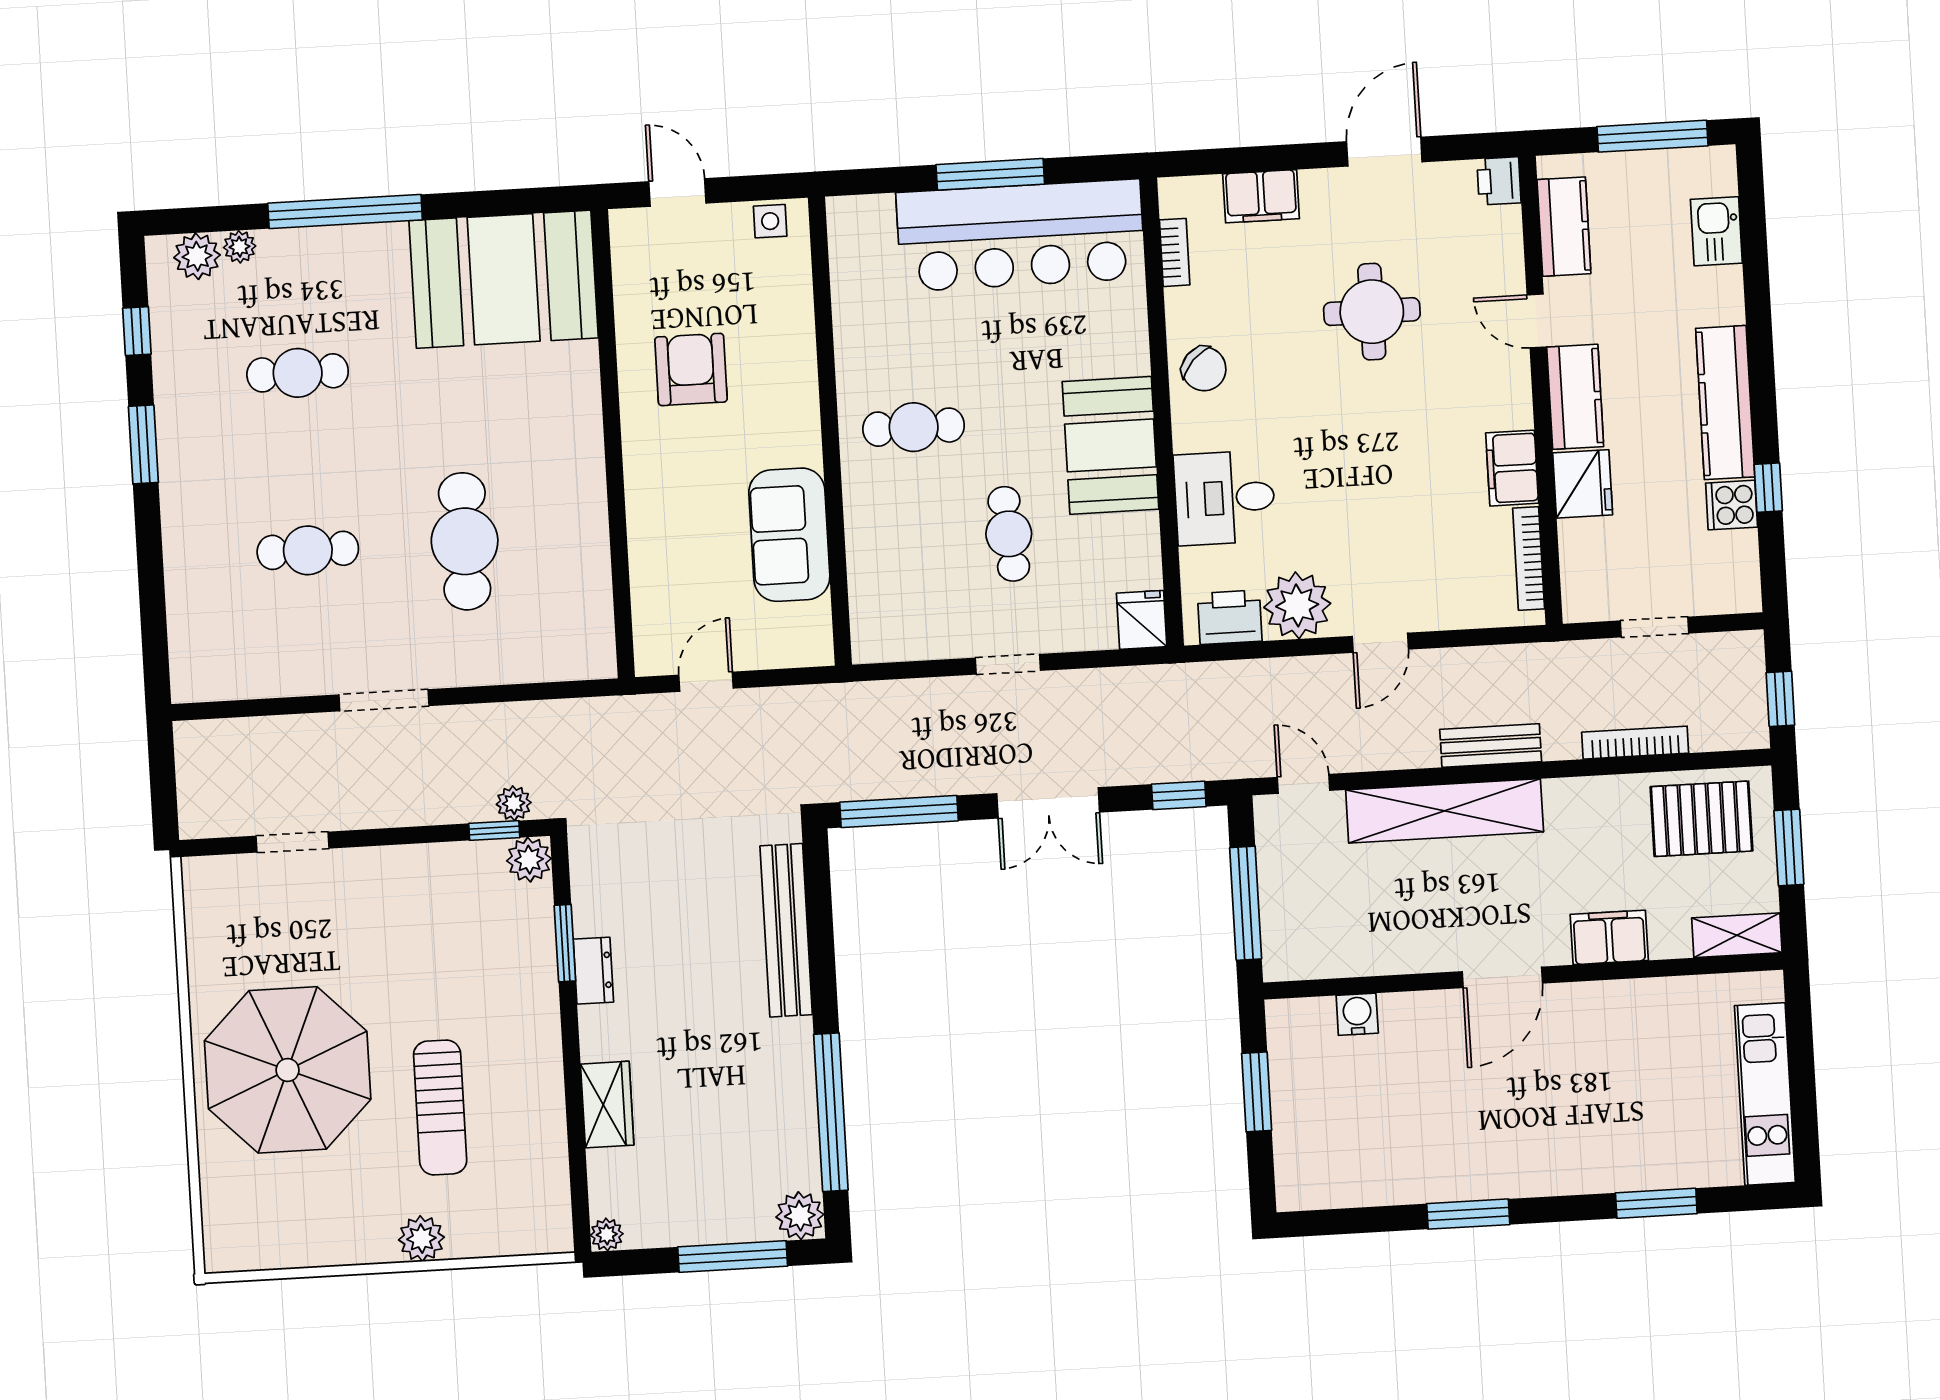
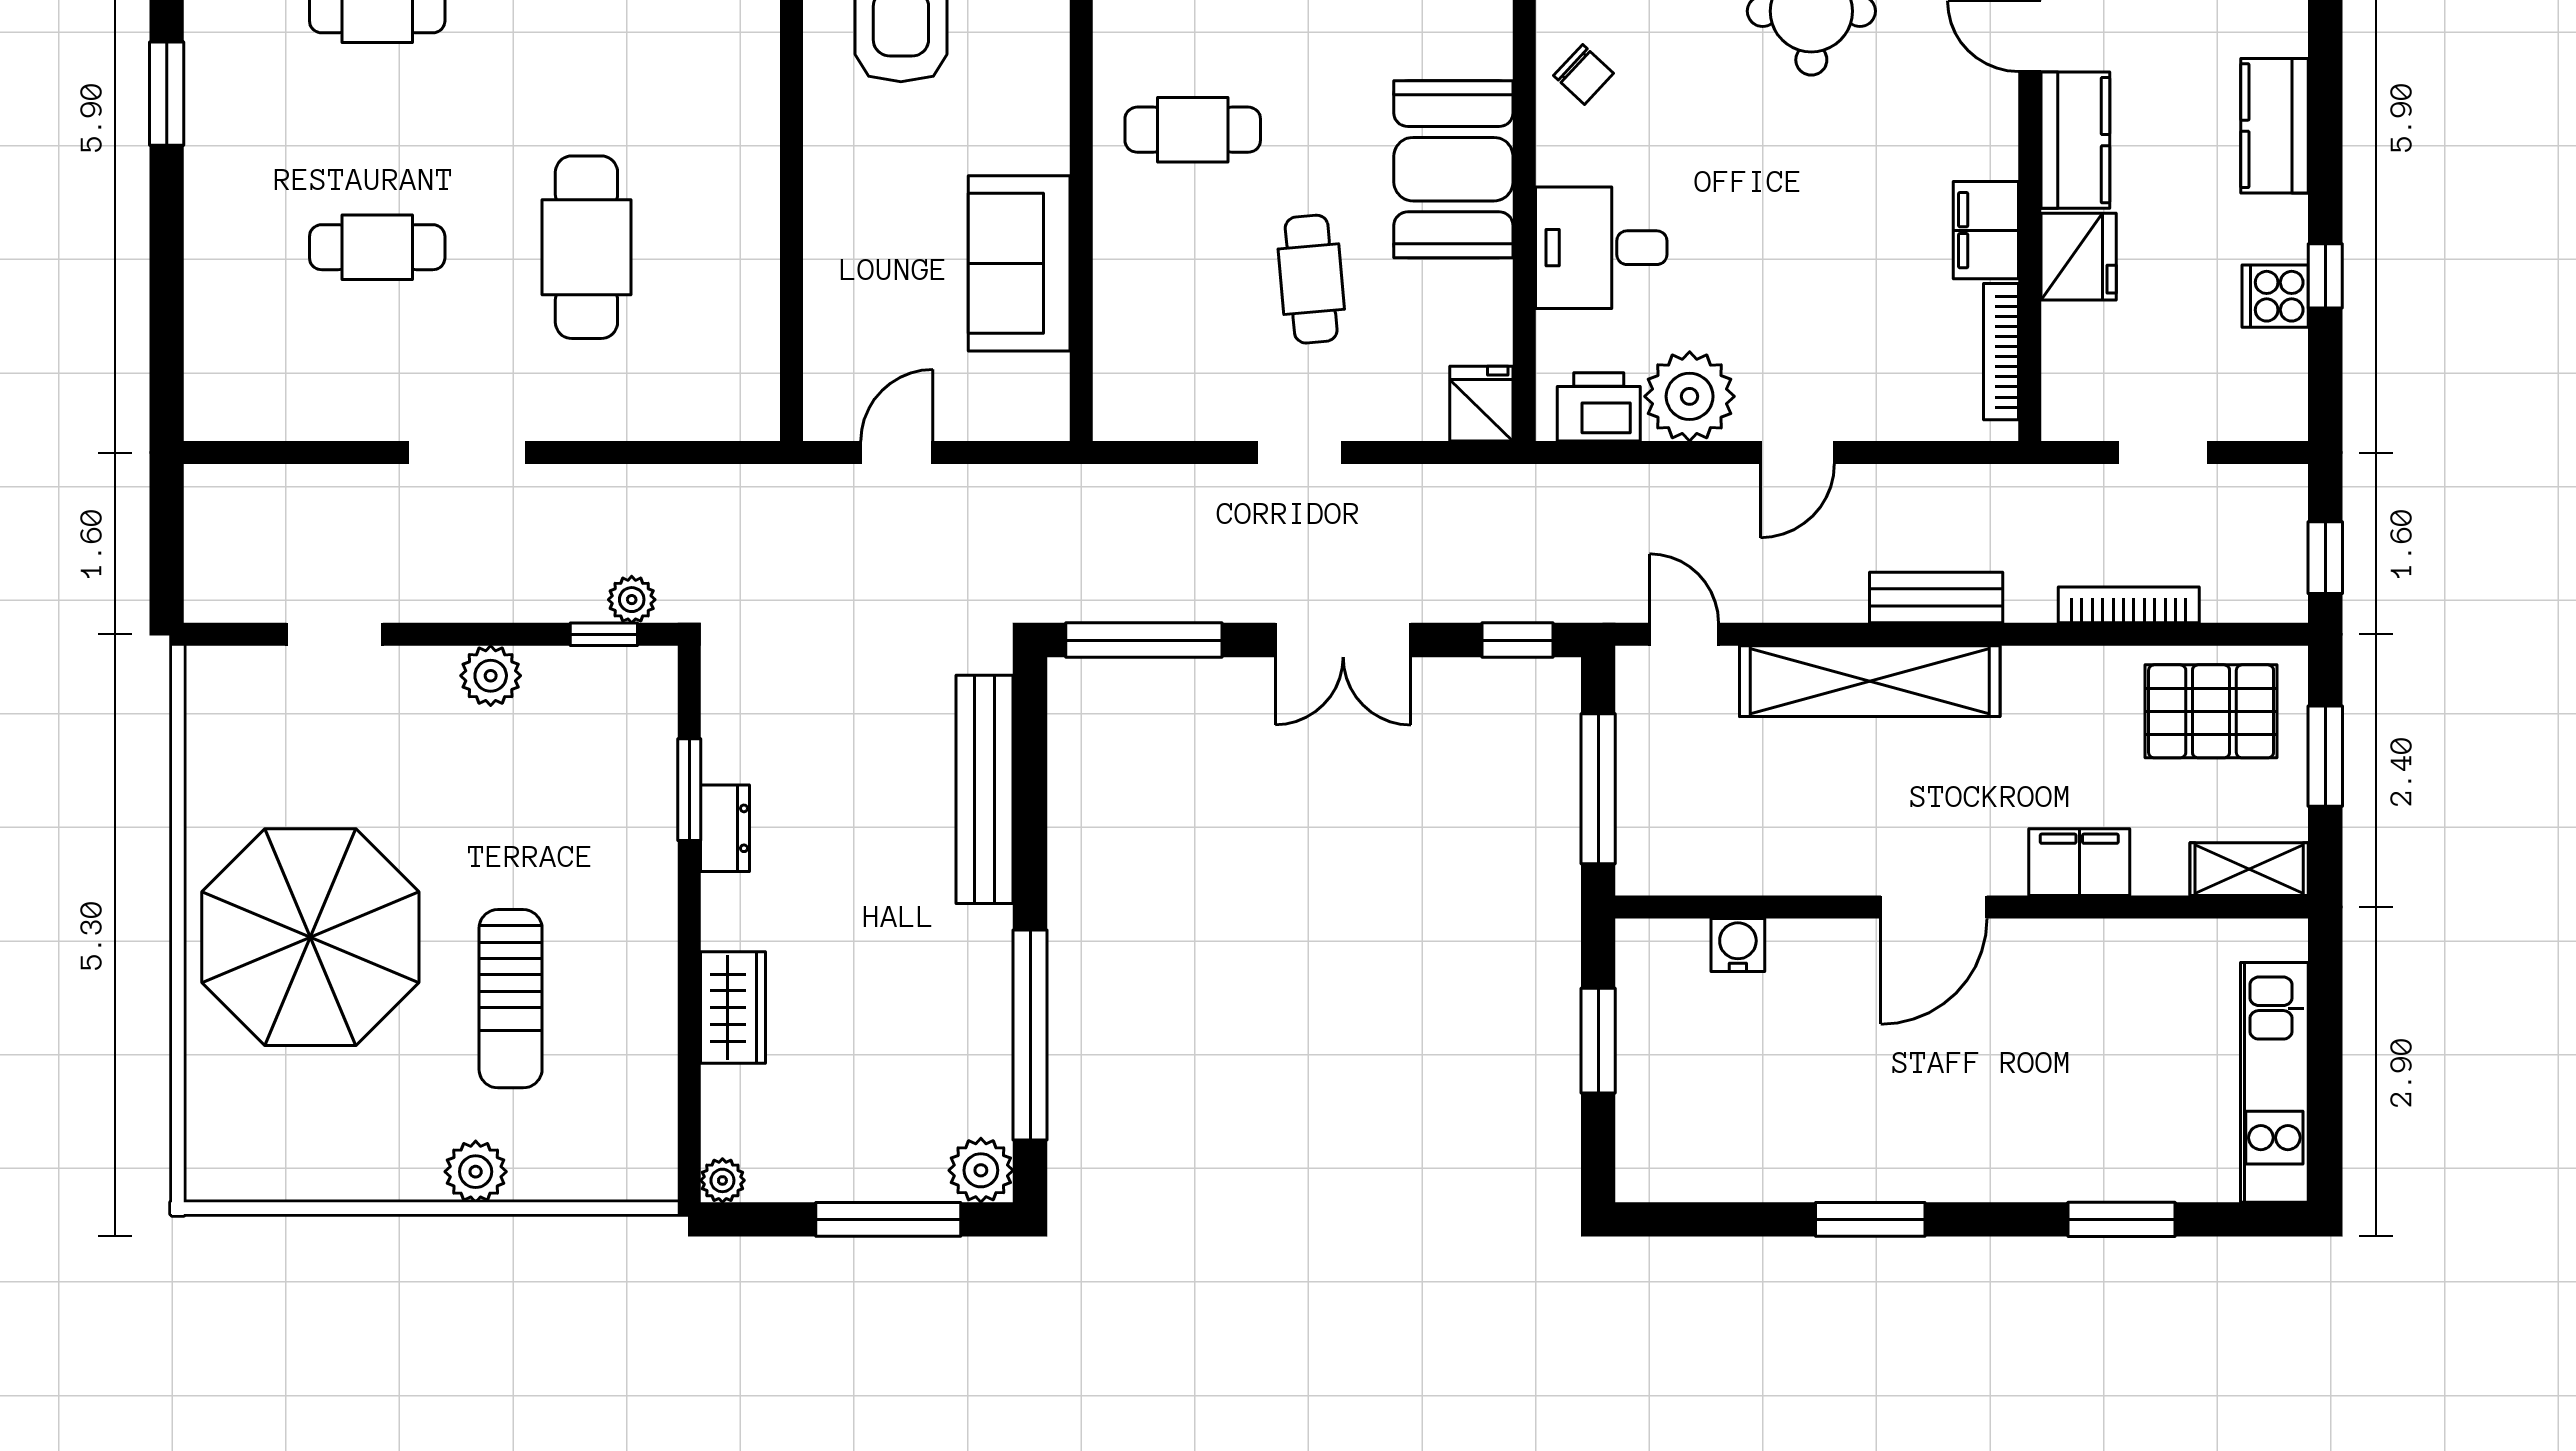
chair: (1204, 369) -> (1584, 74), width x0.73, depth x0.73
kitchen counter: (1725, 403) -> (2275, 126), width x0.67
plant: (529, 860) -> (491, 676), moved

